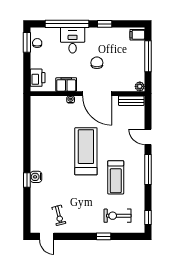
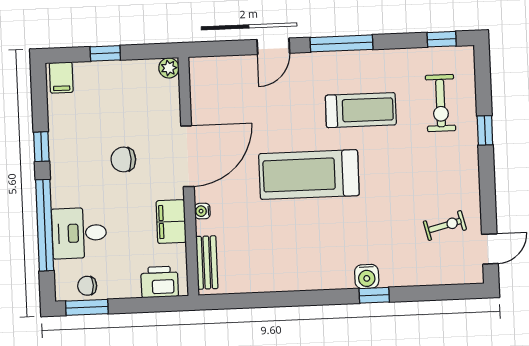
desk: (73, 40) -> (79, 233), moved
window: (148, 56) -> (105, 53), width x0.46
bench: (131, 101) -> (207, 262), moved

